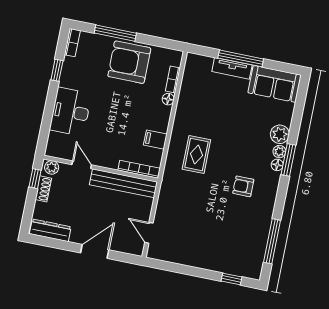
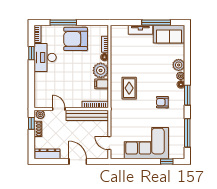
window: (241, 58) -> (156, 23), moved
desk: (70, 112) -> (45, 57), moved
plant: (158, 118) -> (101, 70), added
window: (288, 160) -> (187, 95), moved
corner sofa: (206, 244) -> (146, 143), added
door: (95, 251) -> (78, 161), hinge flipped

